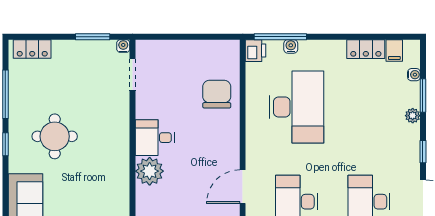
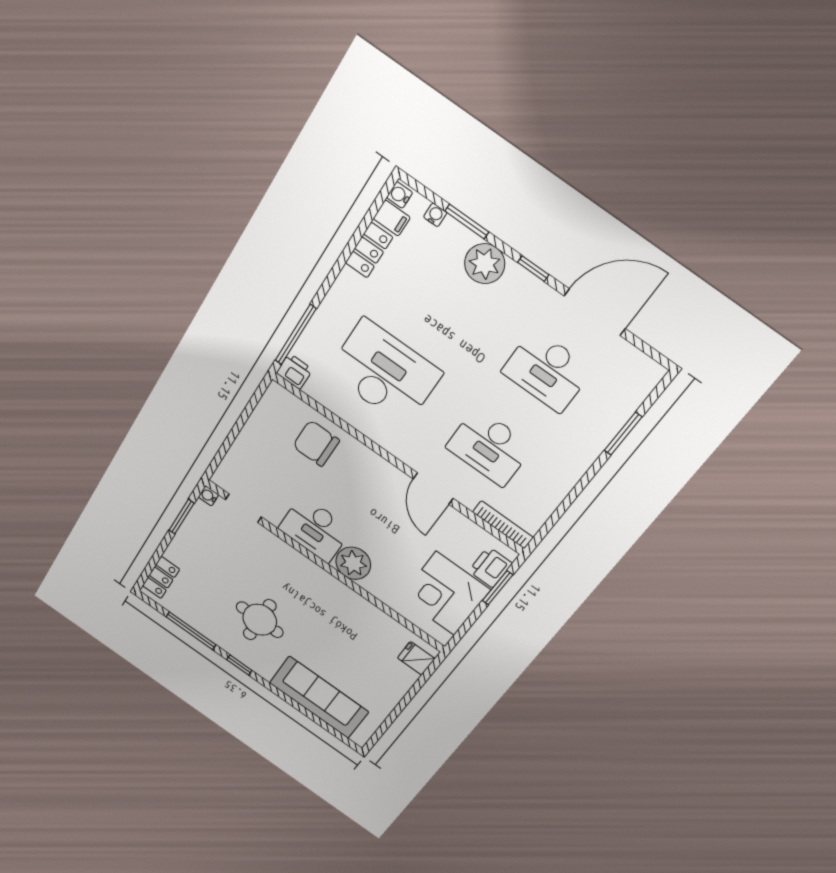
water cooler: (291, 46) -> (400, 195), moved
plant: (413, 116) -> (485, 264), width x1.87, depth x1.87
desk: (155, 138) -> (315, 529), width x1.37

